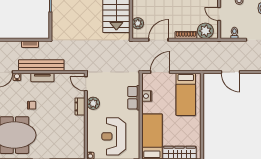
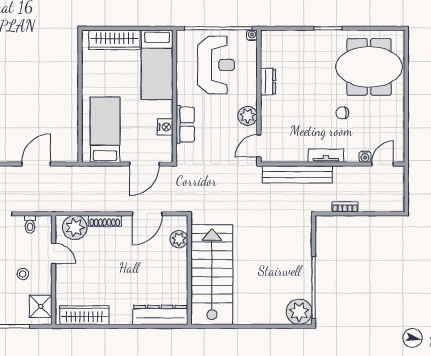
bench: (41, 65) -> (297, 174), moved
door: (230, 72) -> (36, 164), hinge flipped
door: (86, 84) -> (259, 146), swing flipped
dresser: (80, 106) -> (268, 82), moved

